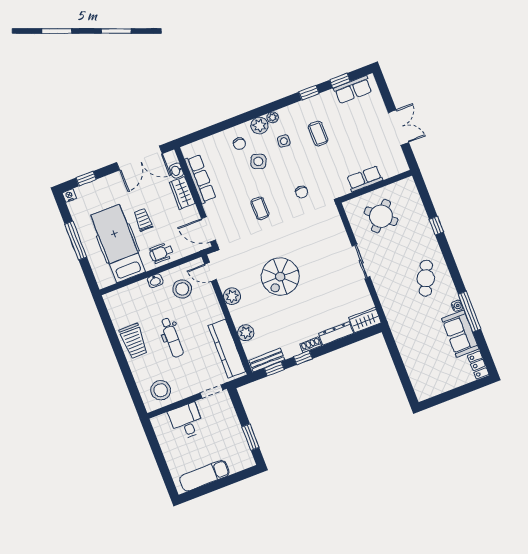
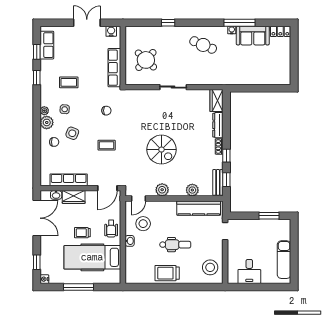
water cooler: (399, 161) -> (111, 31), added
row of seats: (365, 179) -> (114, 68), width x1.48
trolley: (134, 341) -> (167, 273), turned 180
desk: (186, 421) -> (249, 271), moved, turned -90

